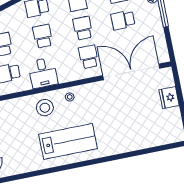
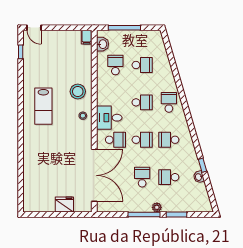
desk: (43, 73) -> (109, 118), moved
lab bench: (68, 141) -> (43, 106), width x0.73, depth x0.72
window: (15, 178) -> (21, 52), added

